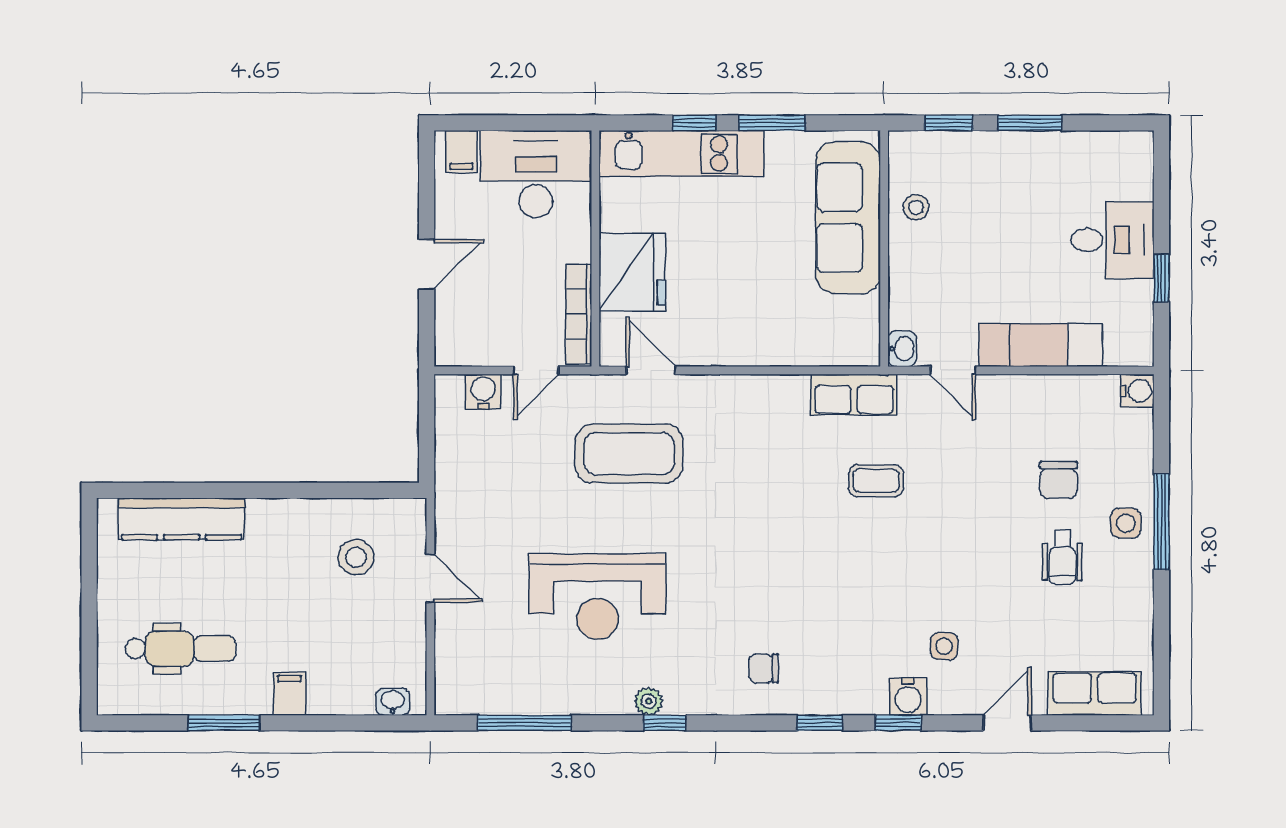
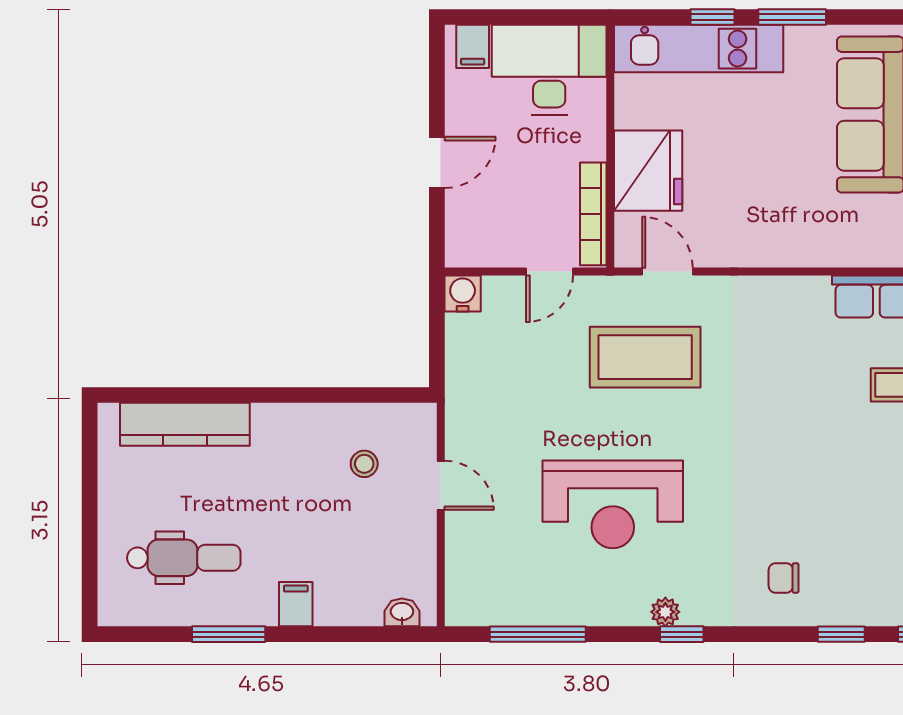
water cooler: (483, 392) -> (463, 293), moved
stool: (356, 557) -> (364, 464), width x0.73, depth x0.73

